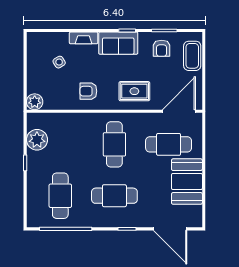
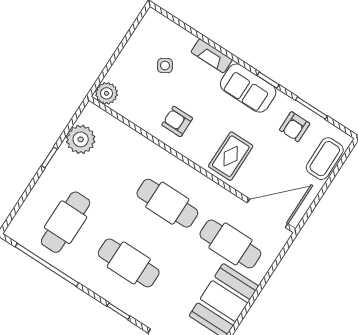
rug: (134, 91) -> (231, 156), turned 90
cafe table: (114, 144) -> (167, 203), turned 90

